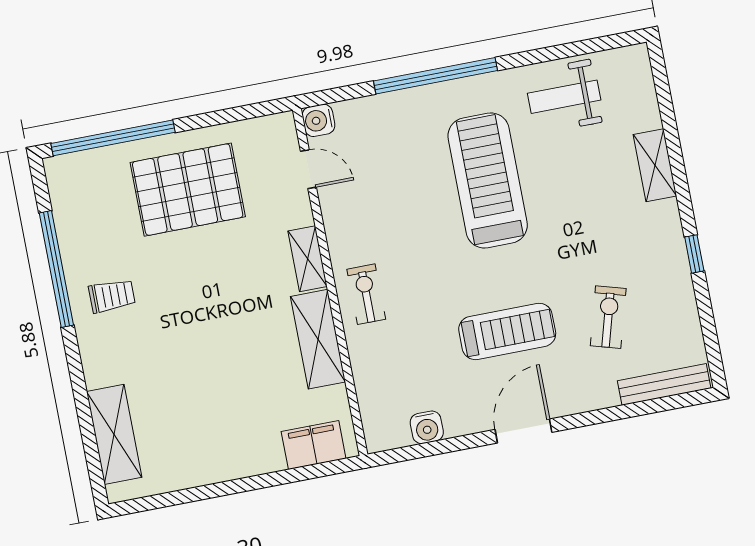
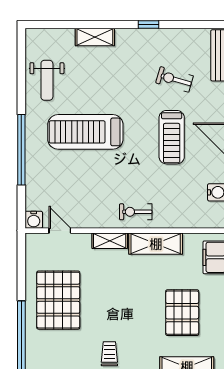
door: (308, 169) -> (60, 231), hinge flipped
treadmill: (507, 331) -> (172, 137), turned 180
pallet: (207, 408) -> (182, 313), added

